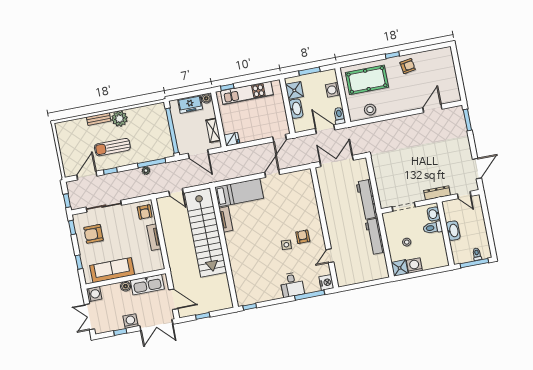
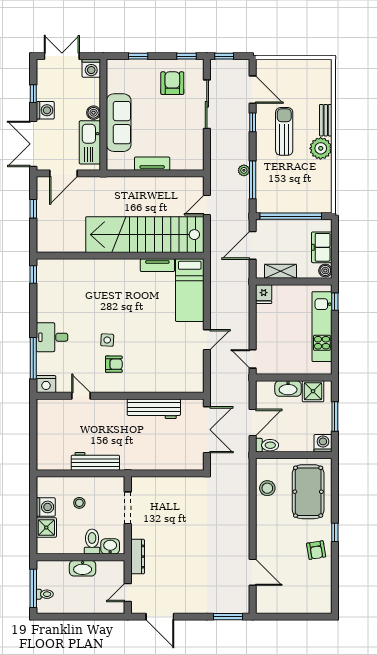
washing machine: (333, 90) -> (323, 443), moved
door: (272, 173) -> (207, 340), hinge flipped
workbench: (367, 199) -> (154, 409), moved, turned 180
armchair: (145, 212) -> (189, 158), removed
shower: (400, 268) -> (46, 528), moved
sofa: (112, 270) -> (119, 123), moved

